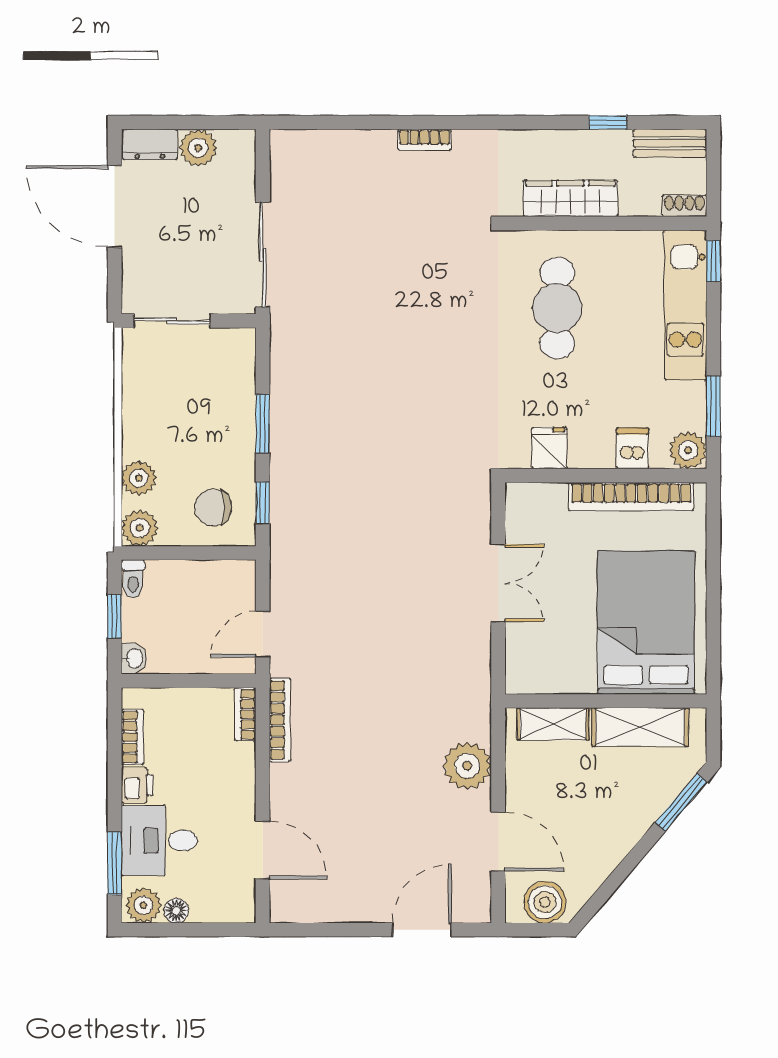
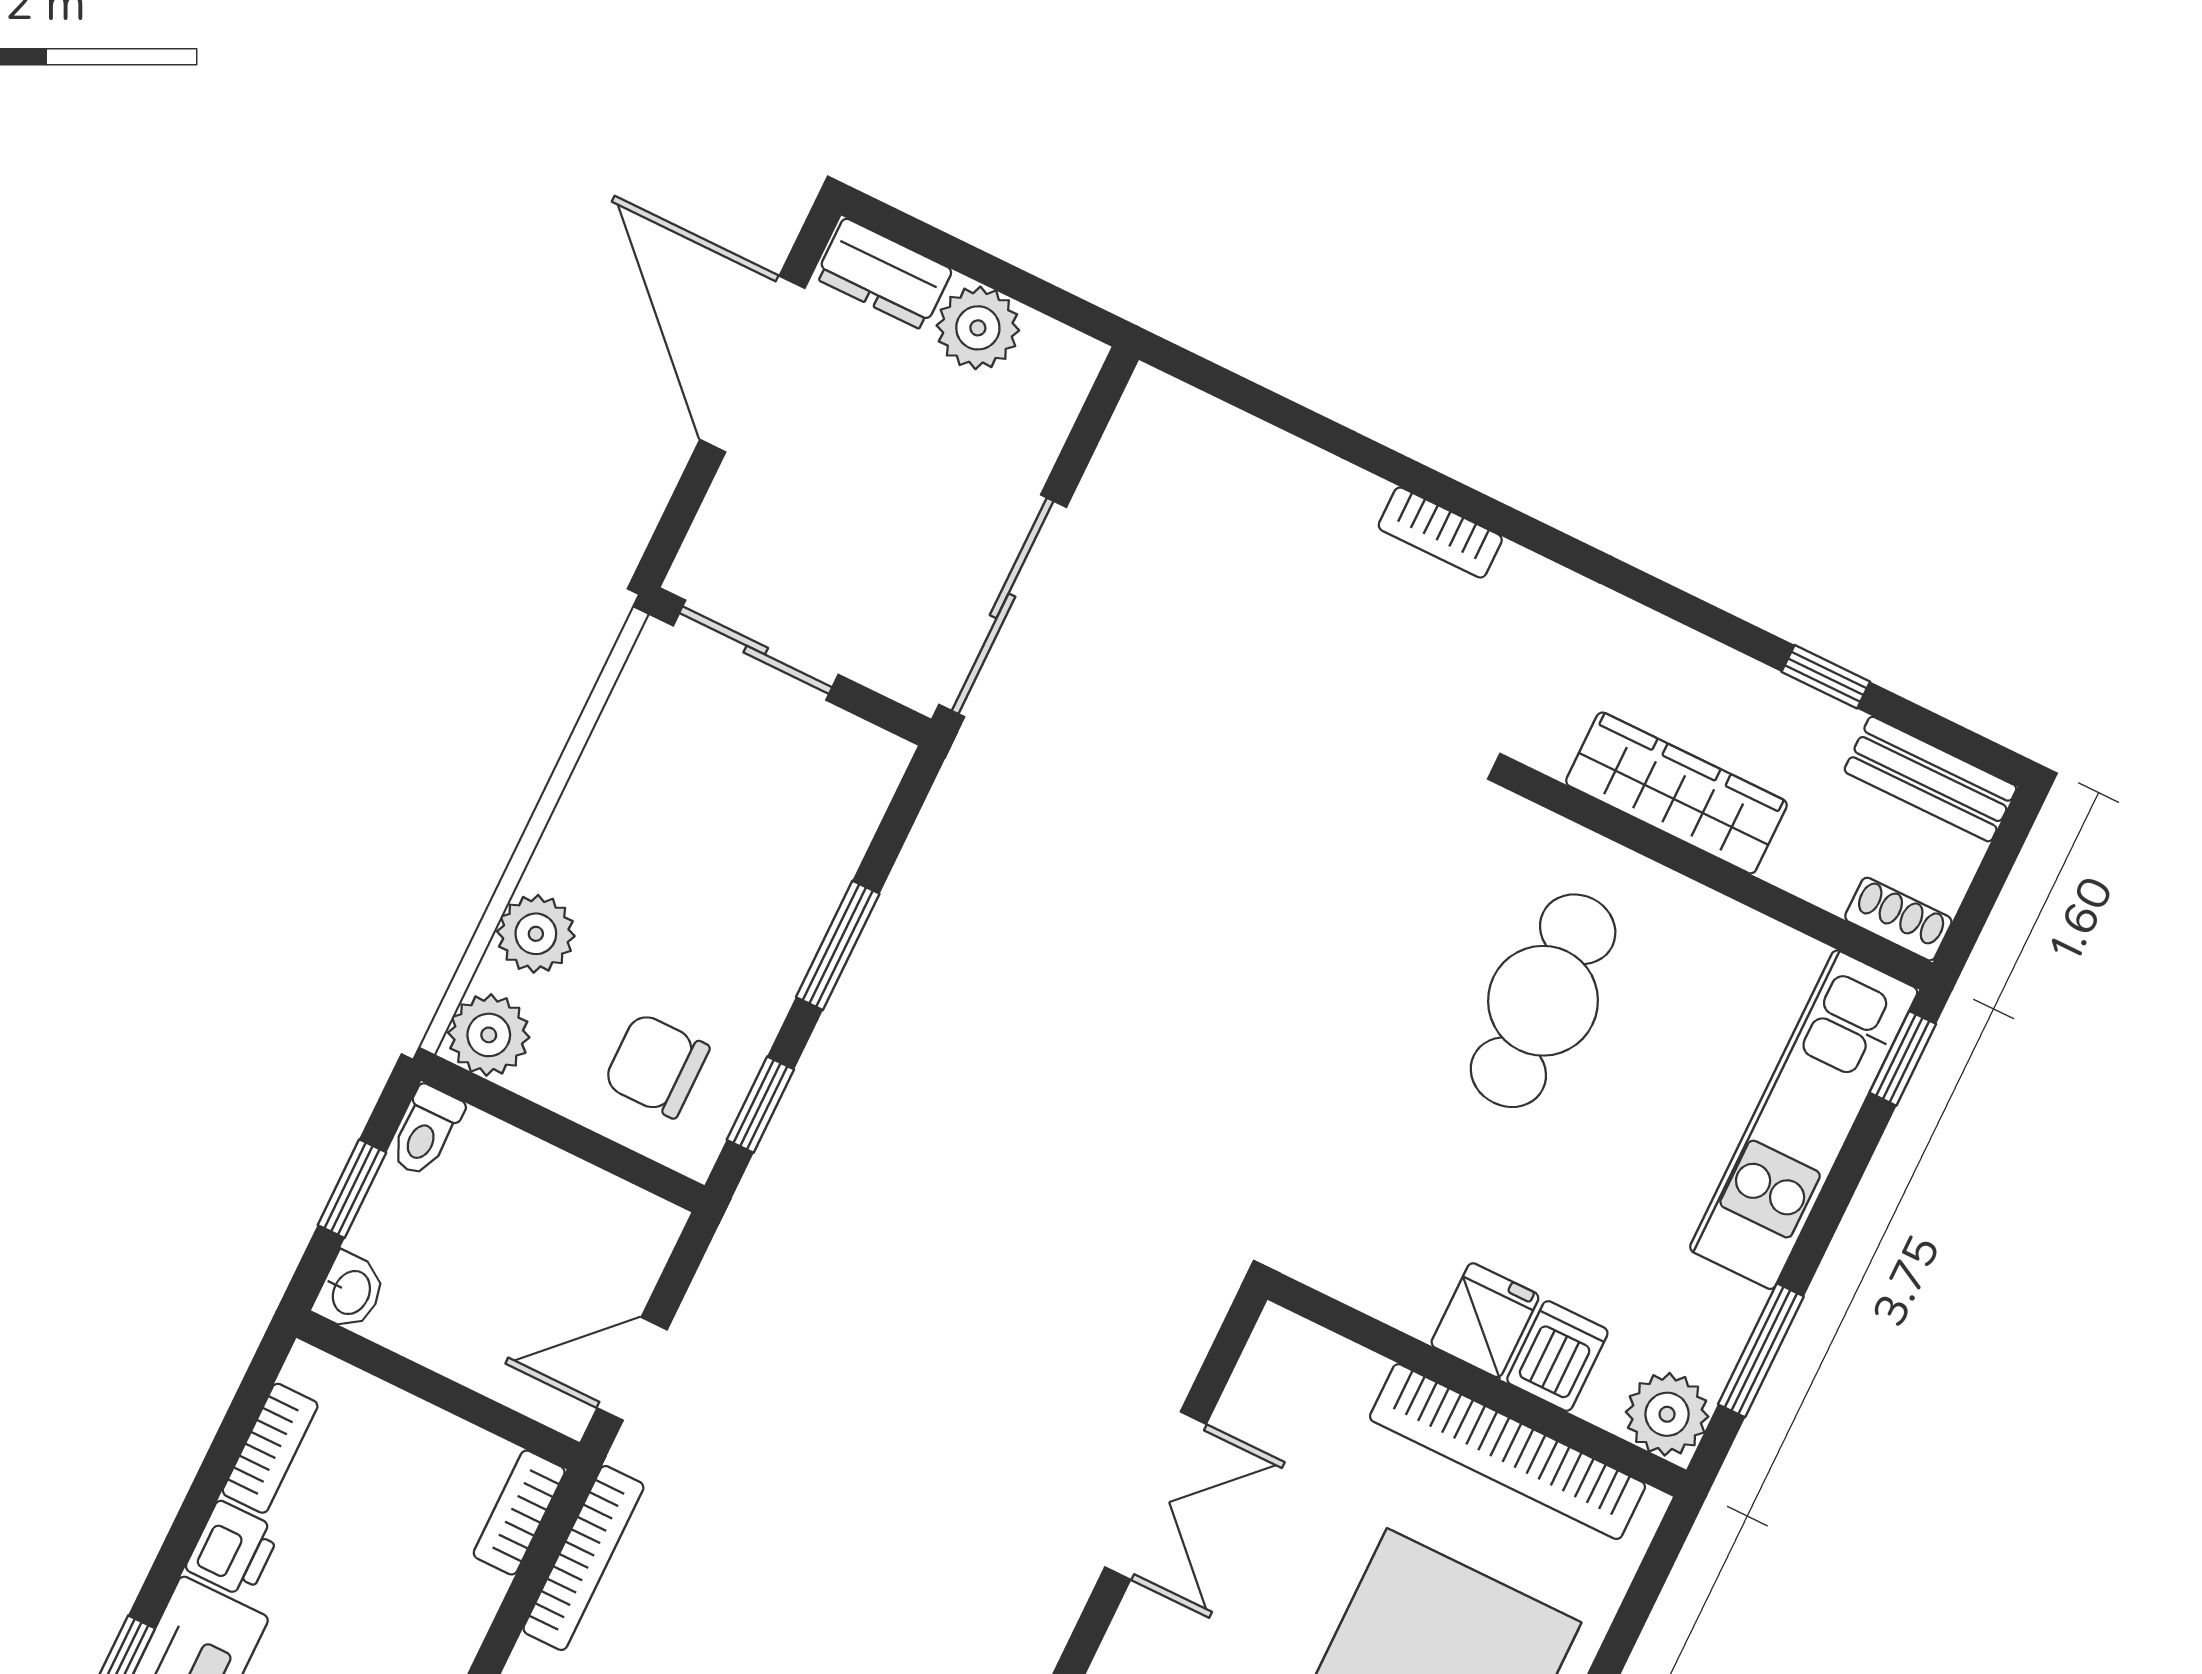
fridge: (549, 448) -> (1485, 1320), moved

